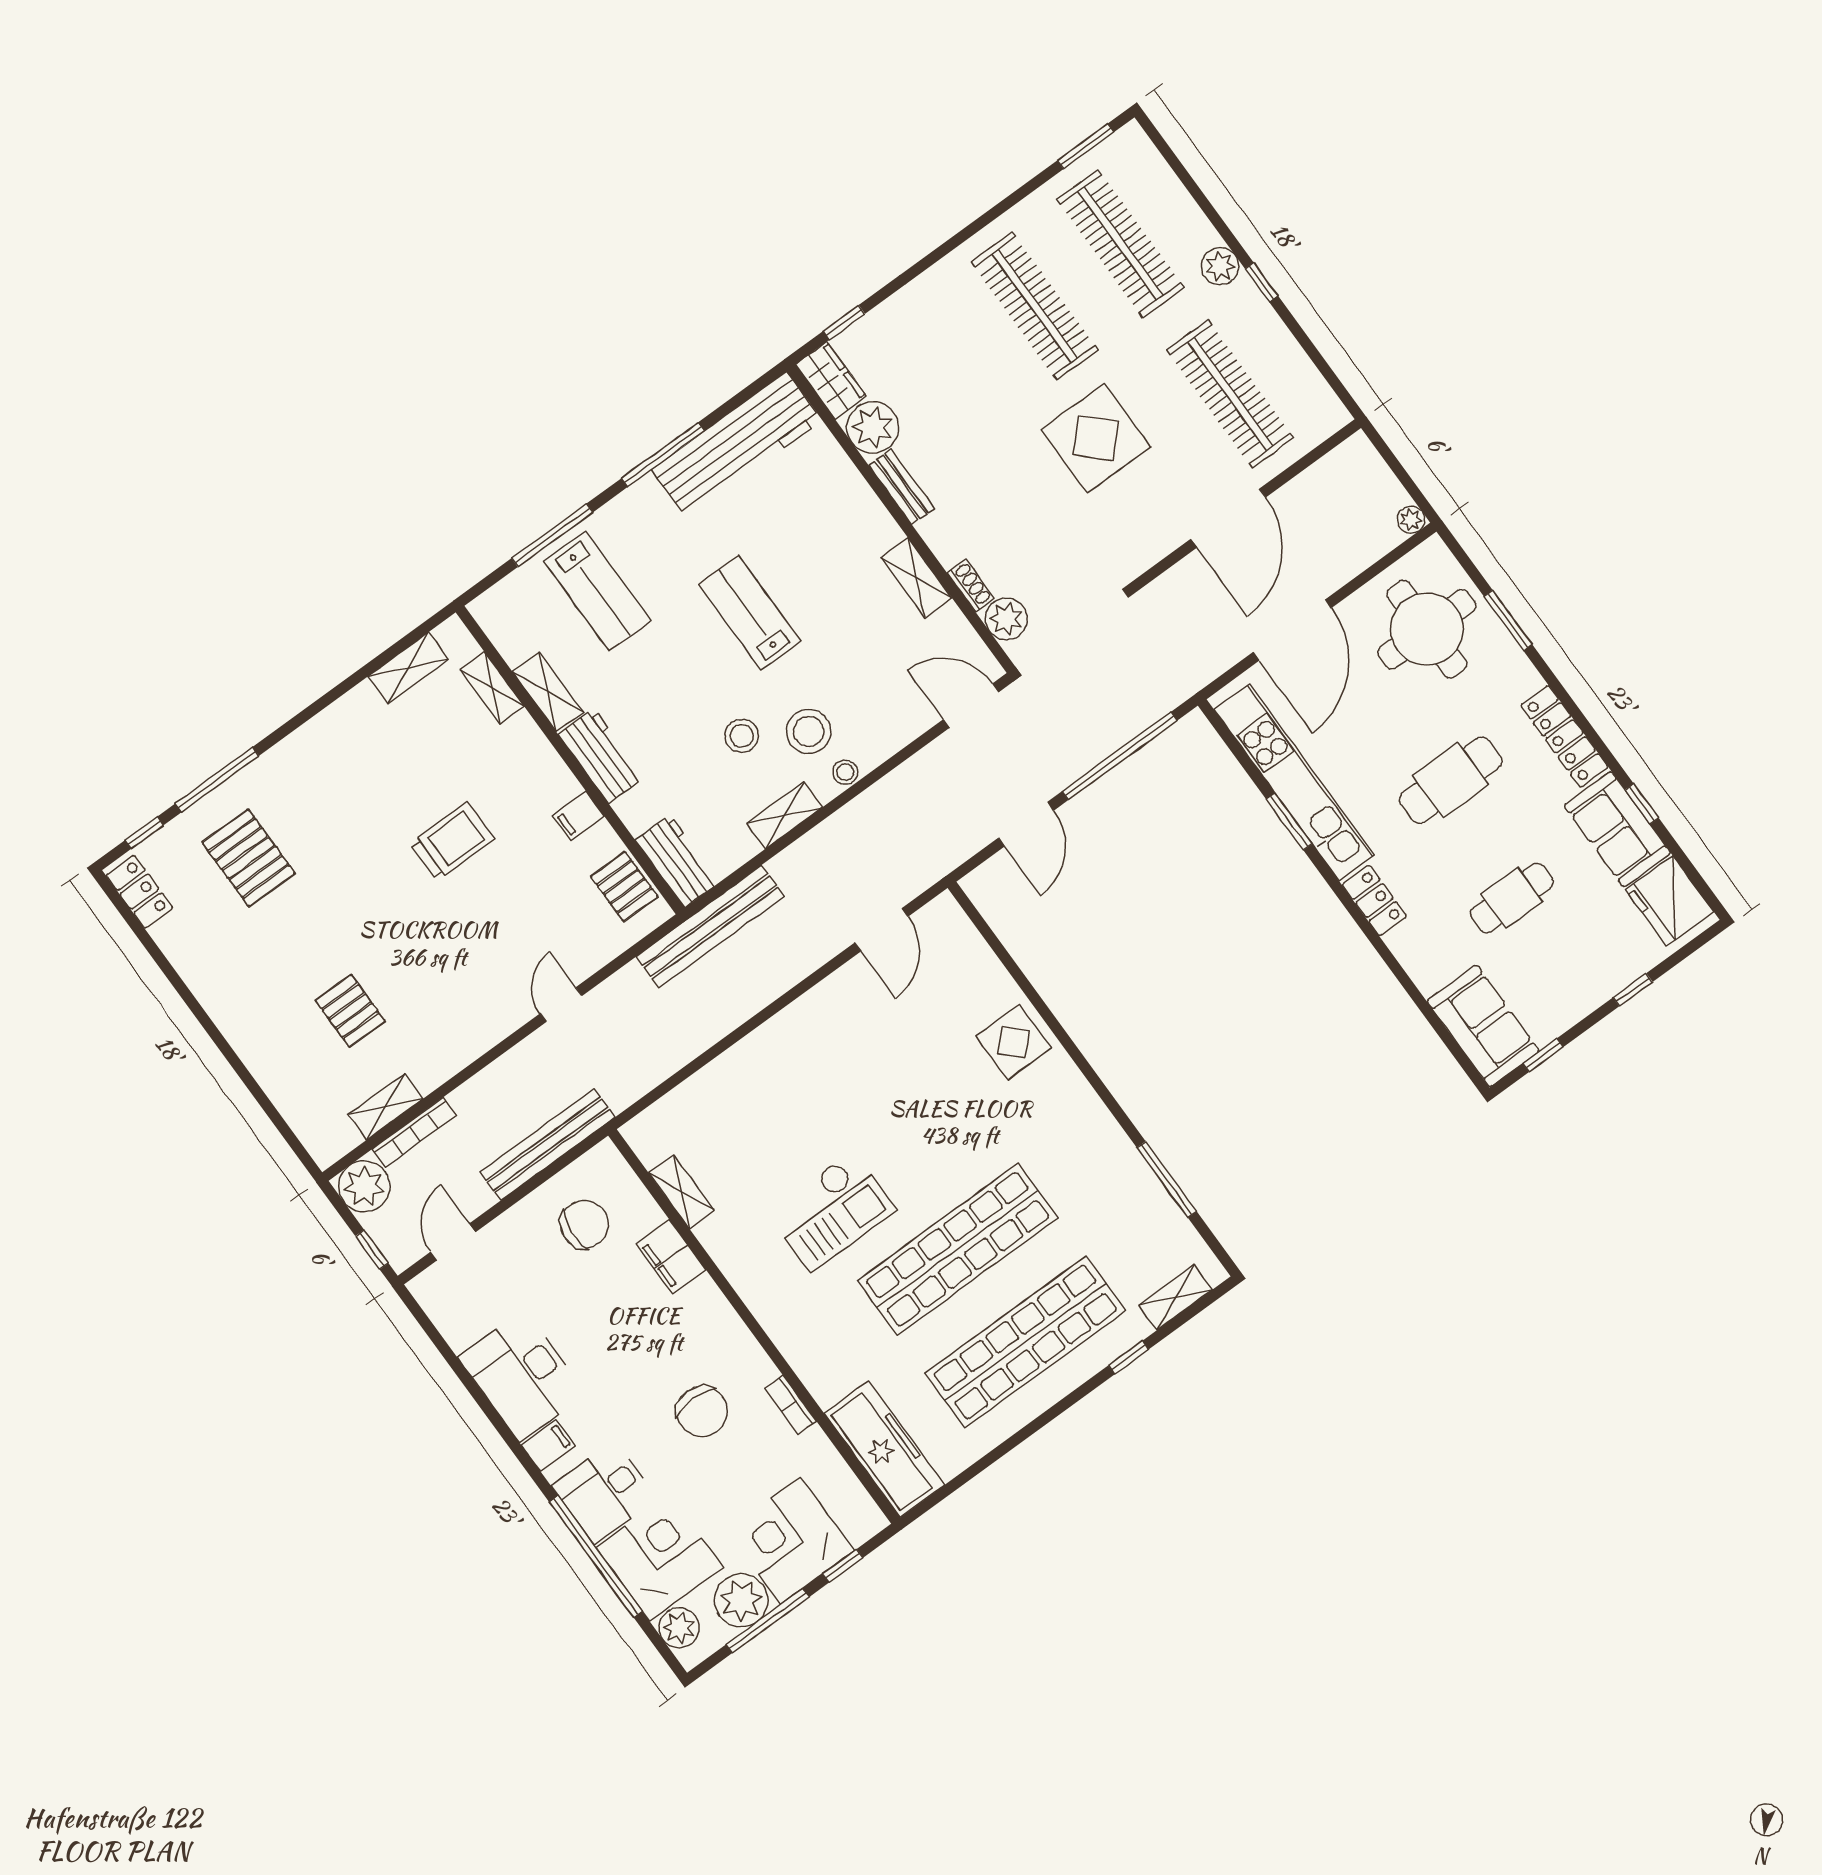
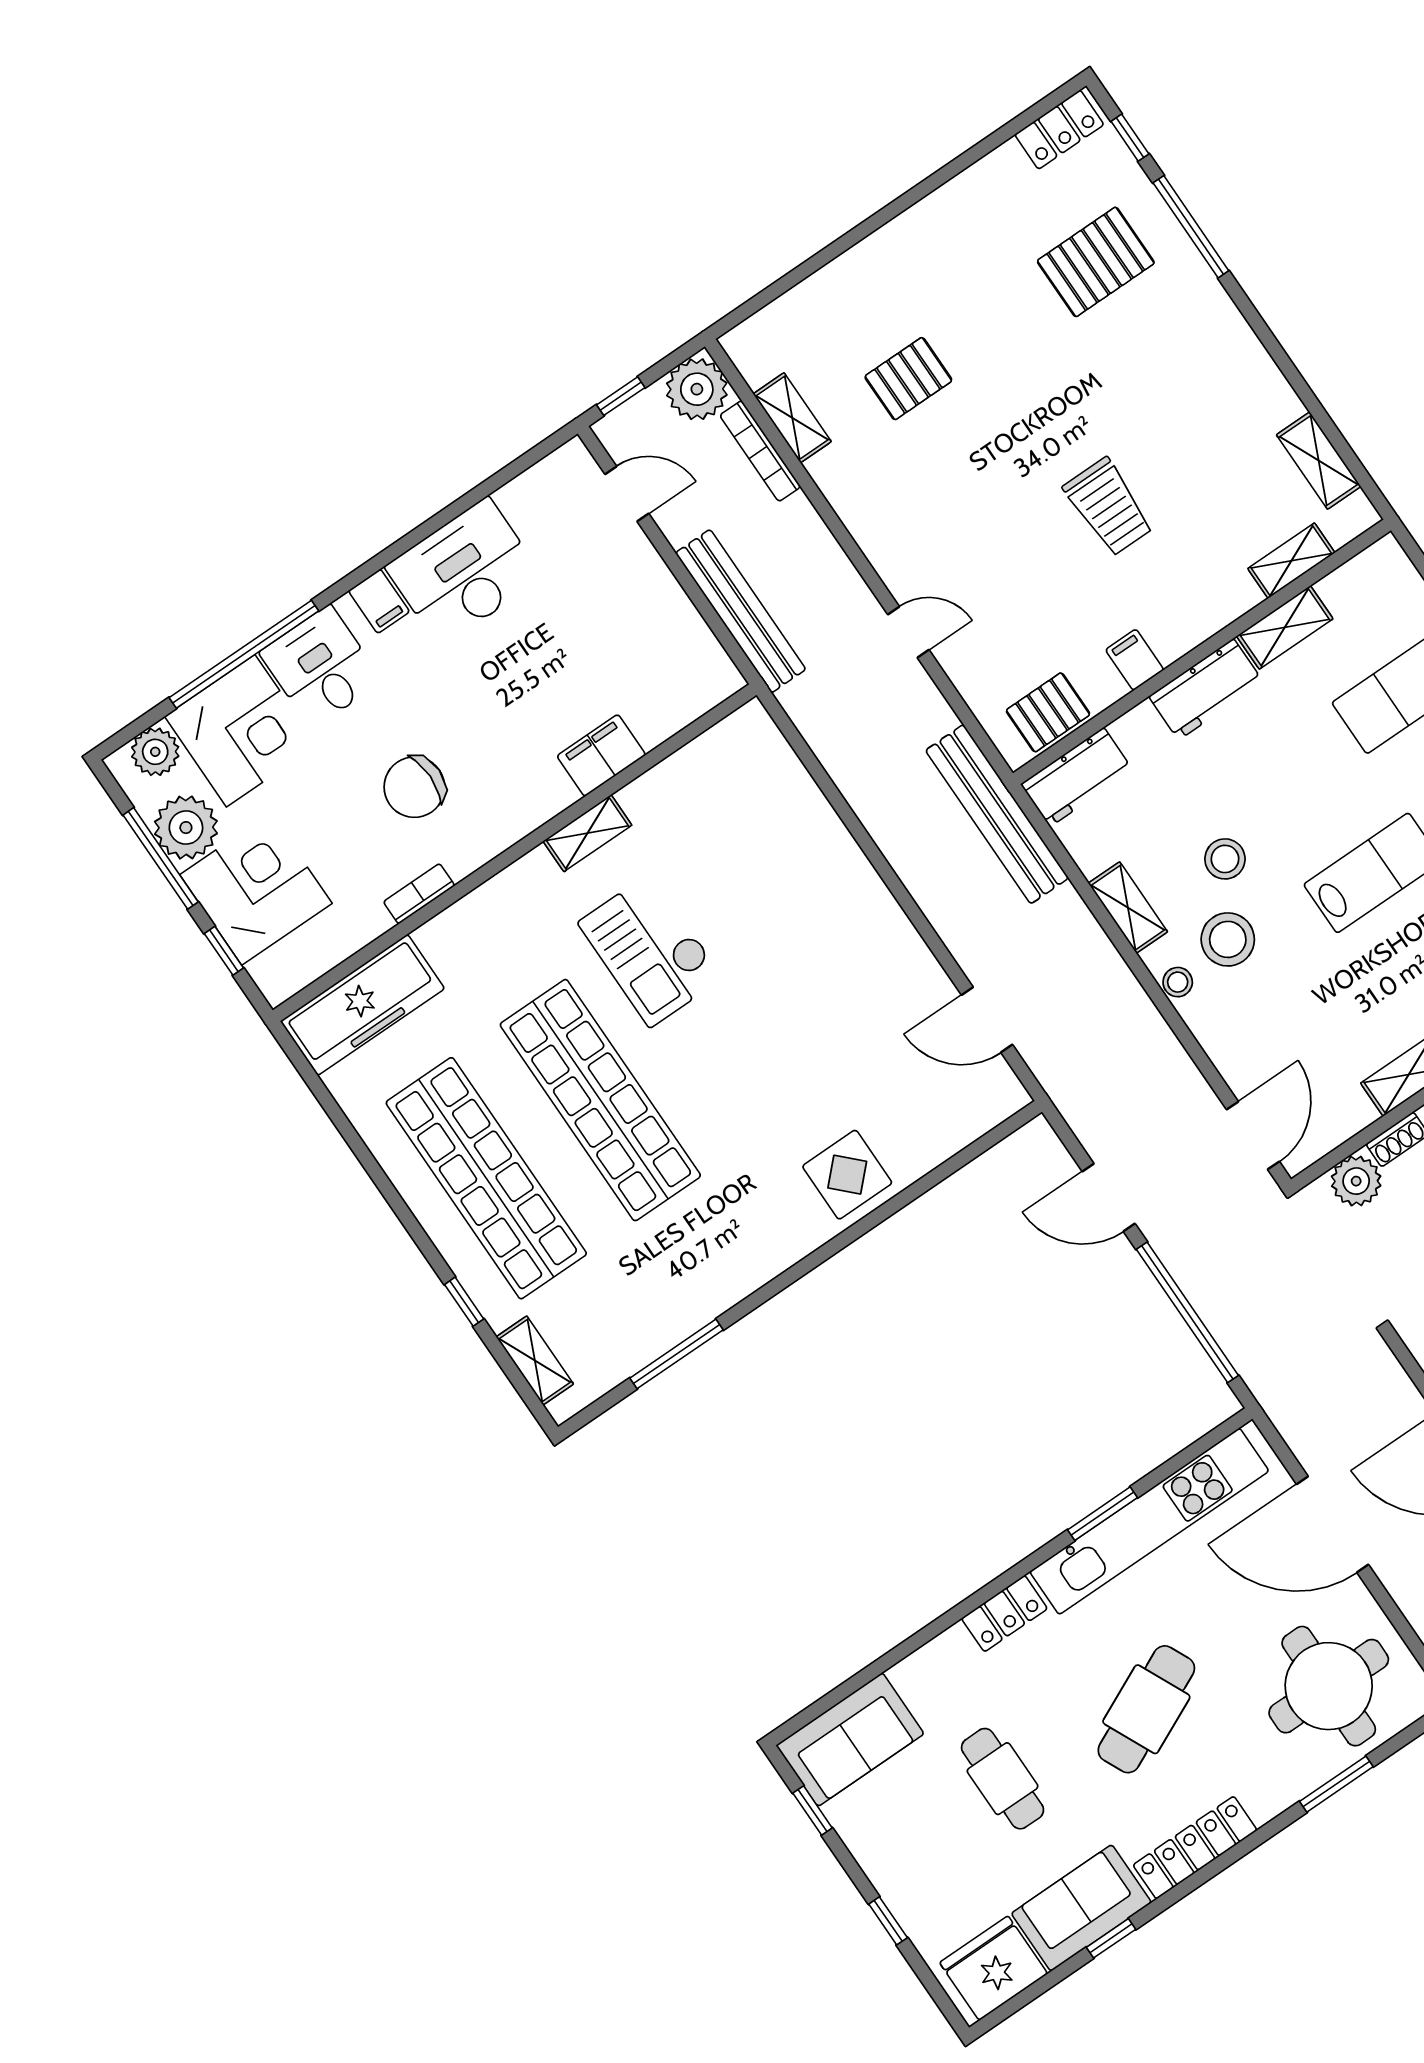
cafe table: (1451, 780) -> (1146, 1709), turned 65
shelving: (681, 1192) -> (587, 833), moved
chair: (584, 1224) -> (643, 652), removed

